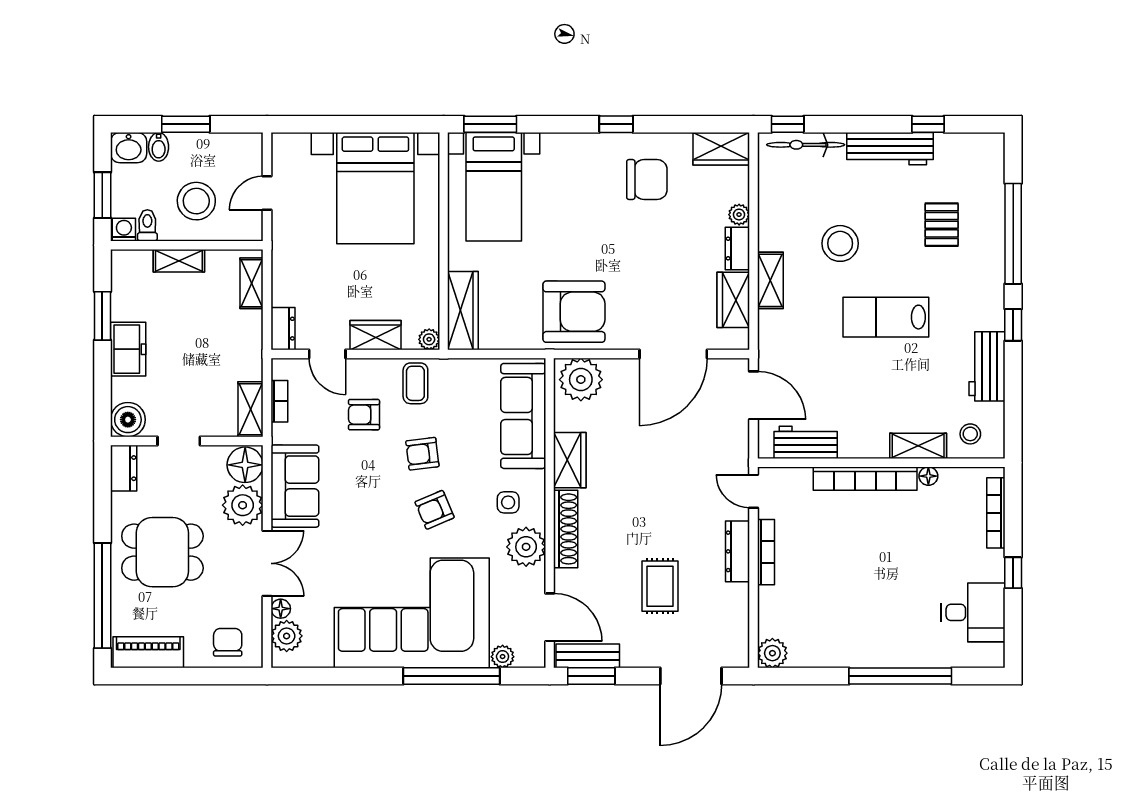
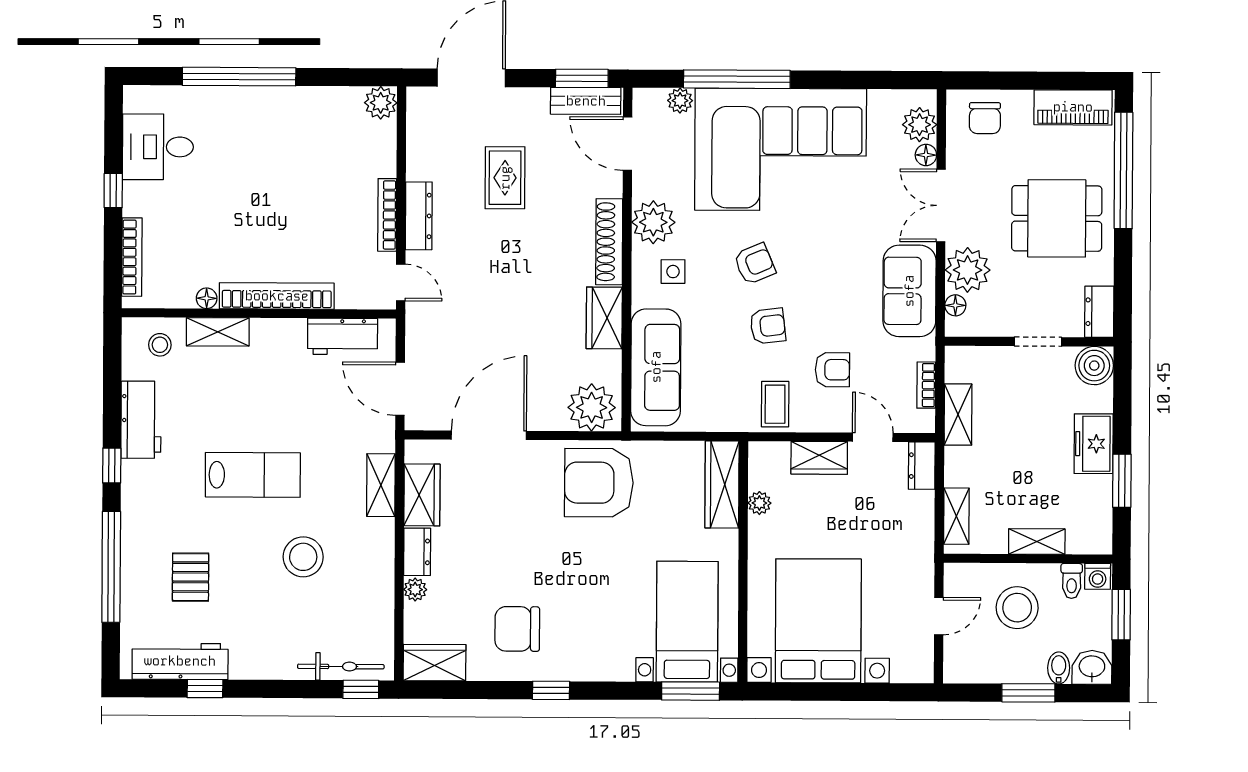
workbench: (890, 149) -> (180, 661), moved
shelving: (770, 280) -> (381, 485), moved
plant: (429, 339) -> (759, 503), moved
shelving: (250, 409) -> (958, 415), moved
floor lamp: (245, 465) -> (955, 305), width x0.53, depth x0.53

